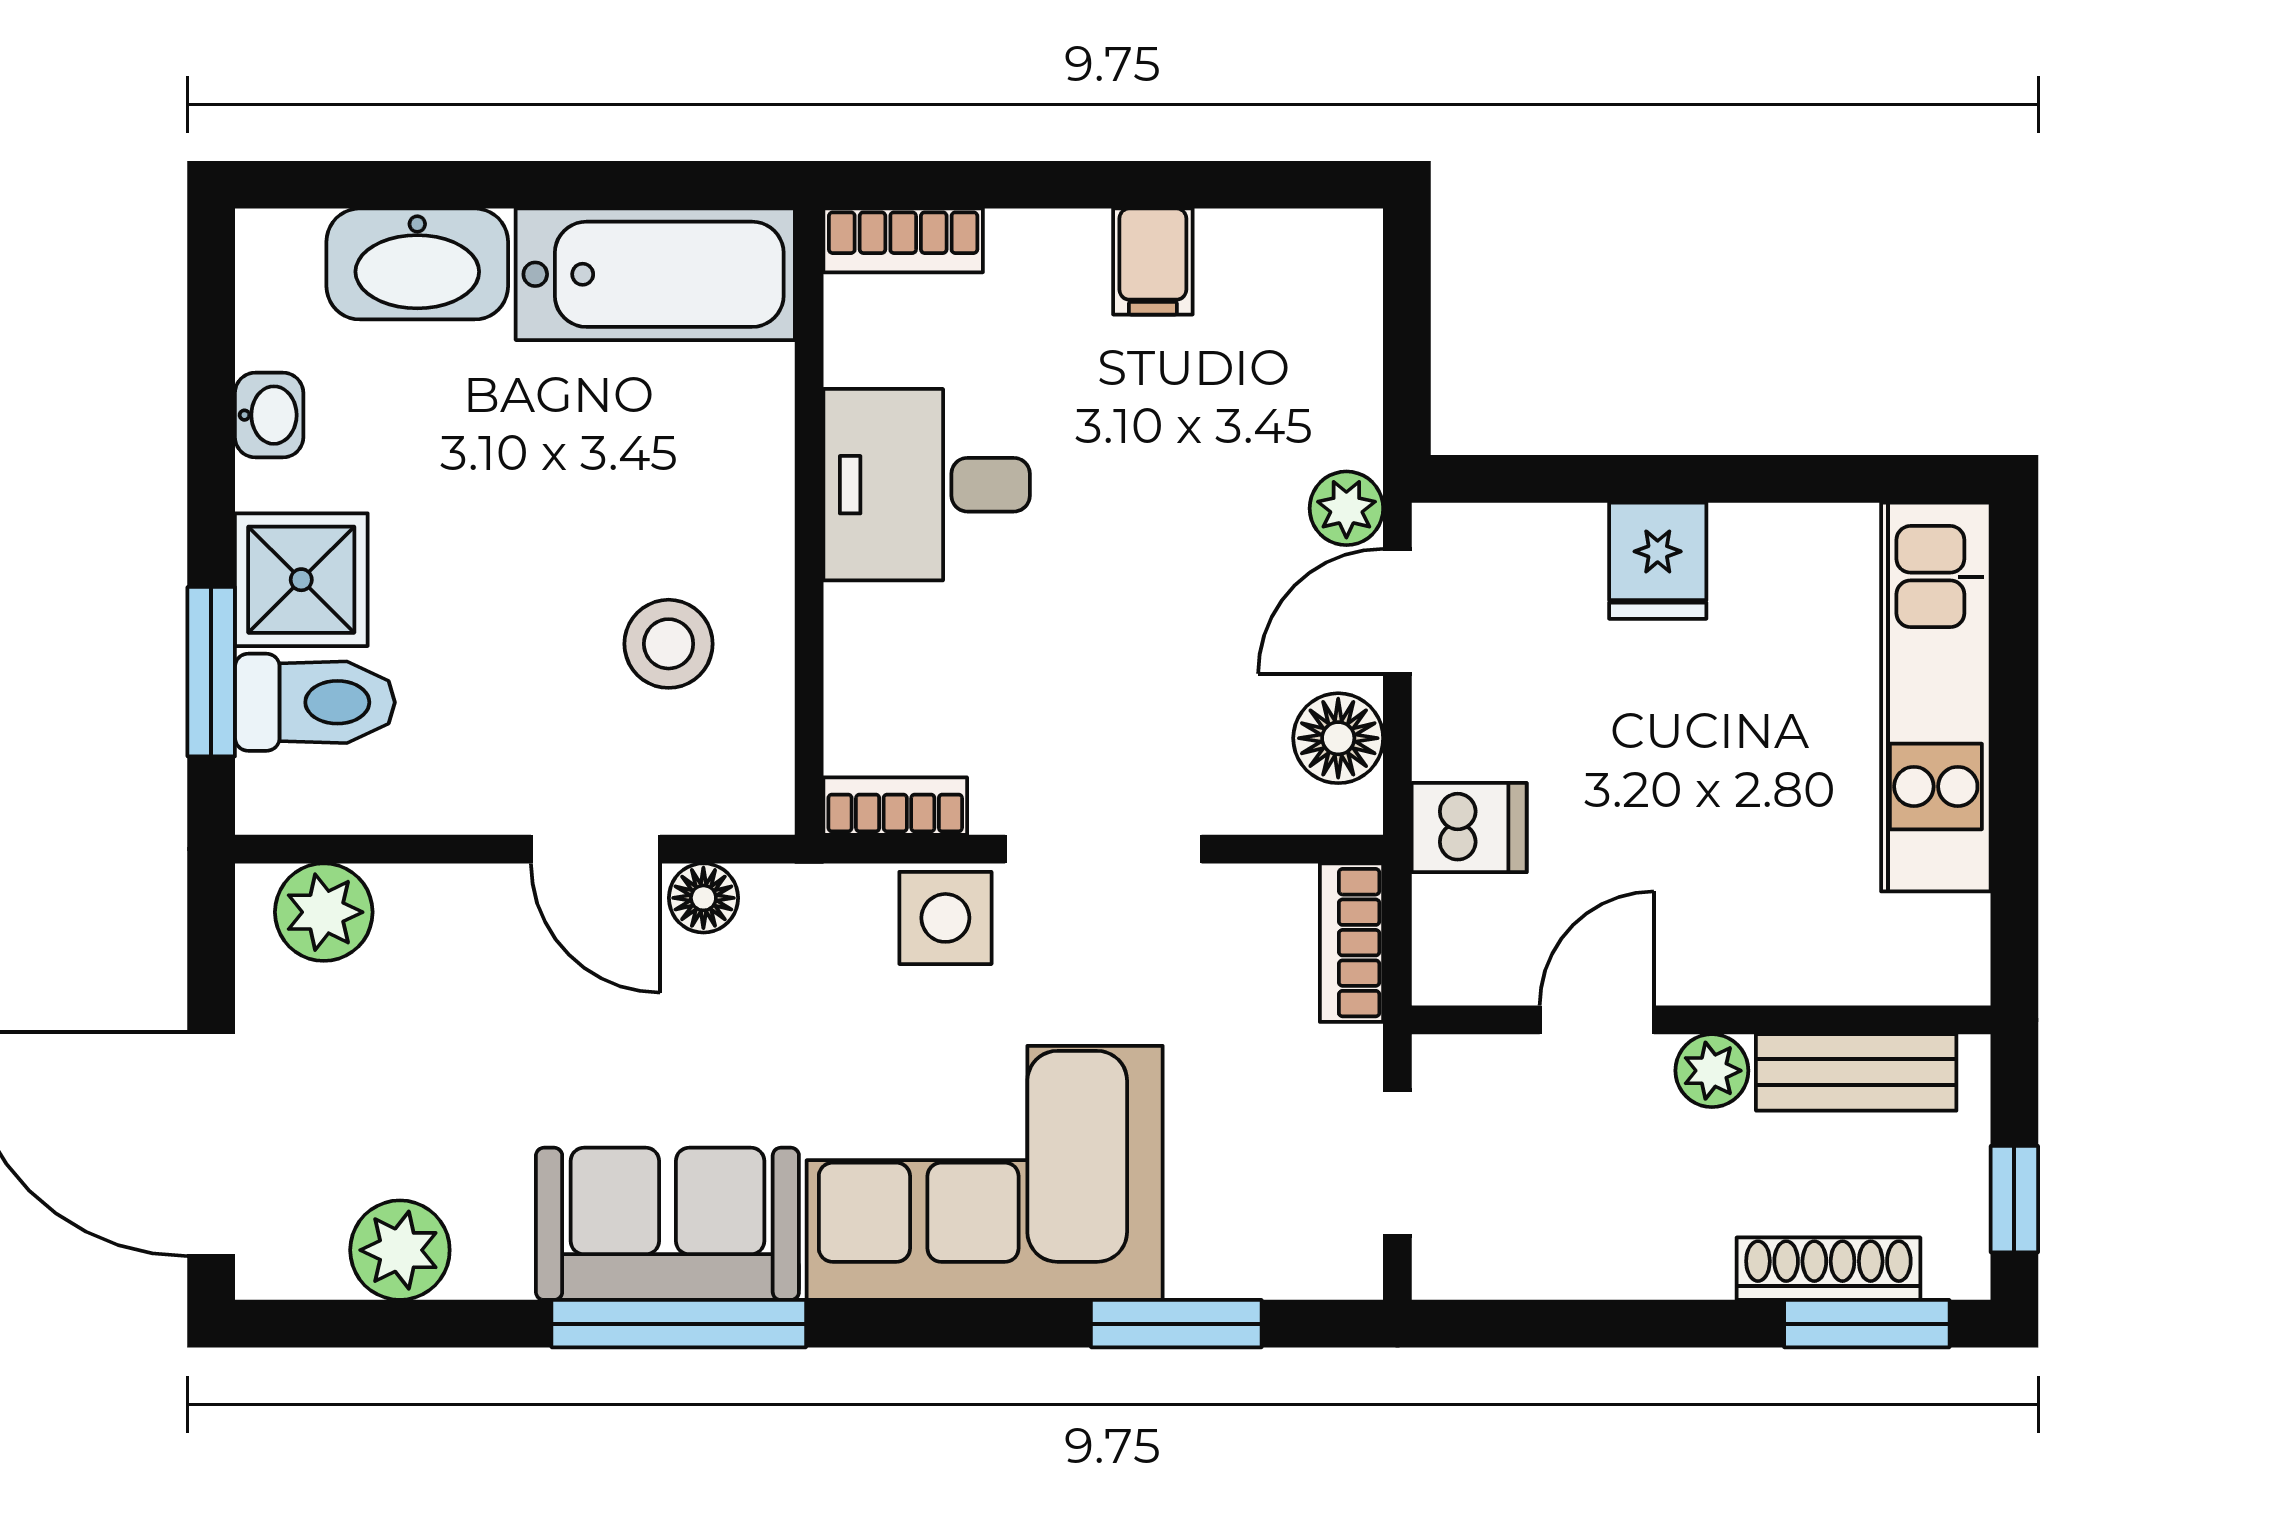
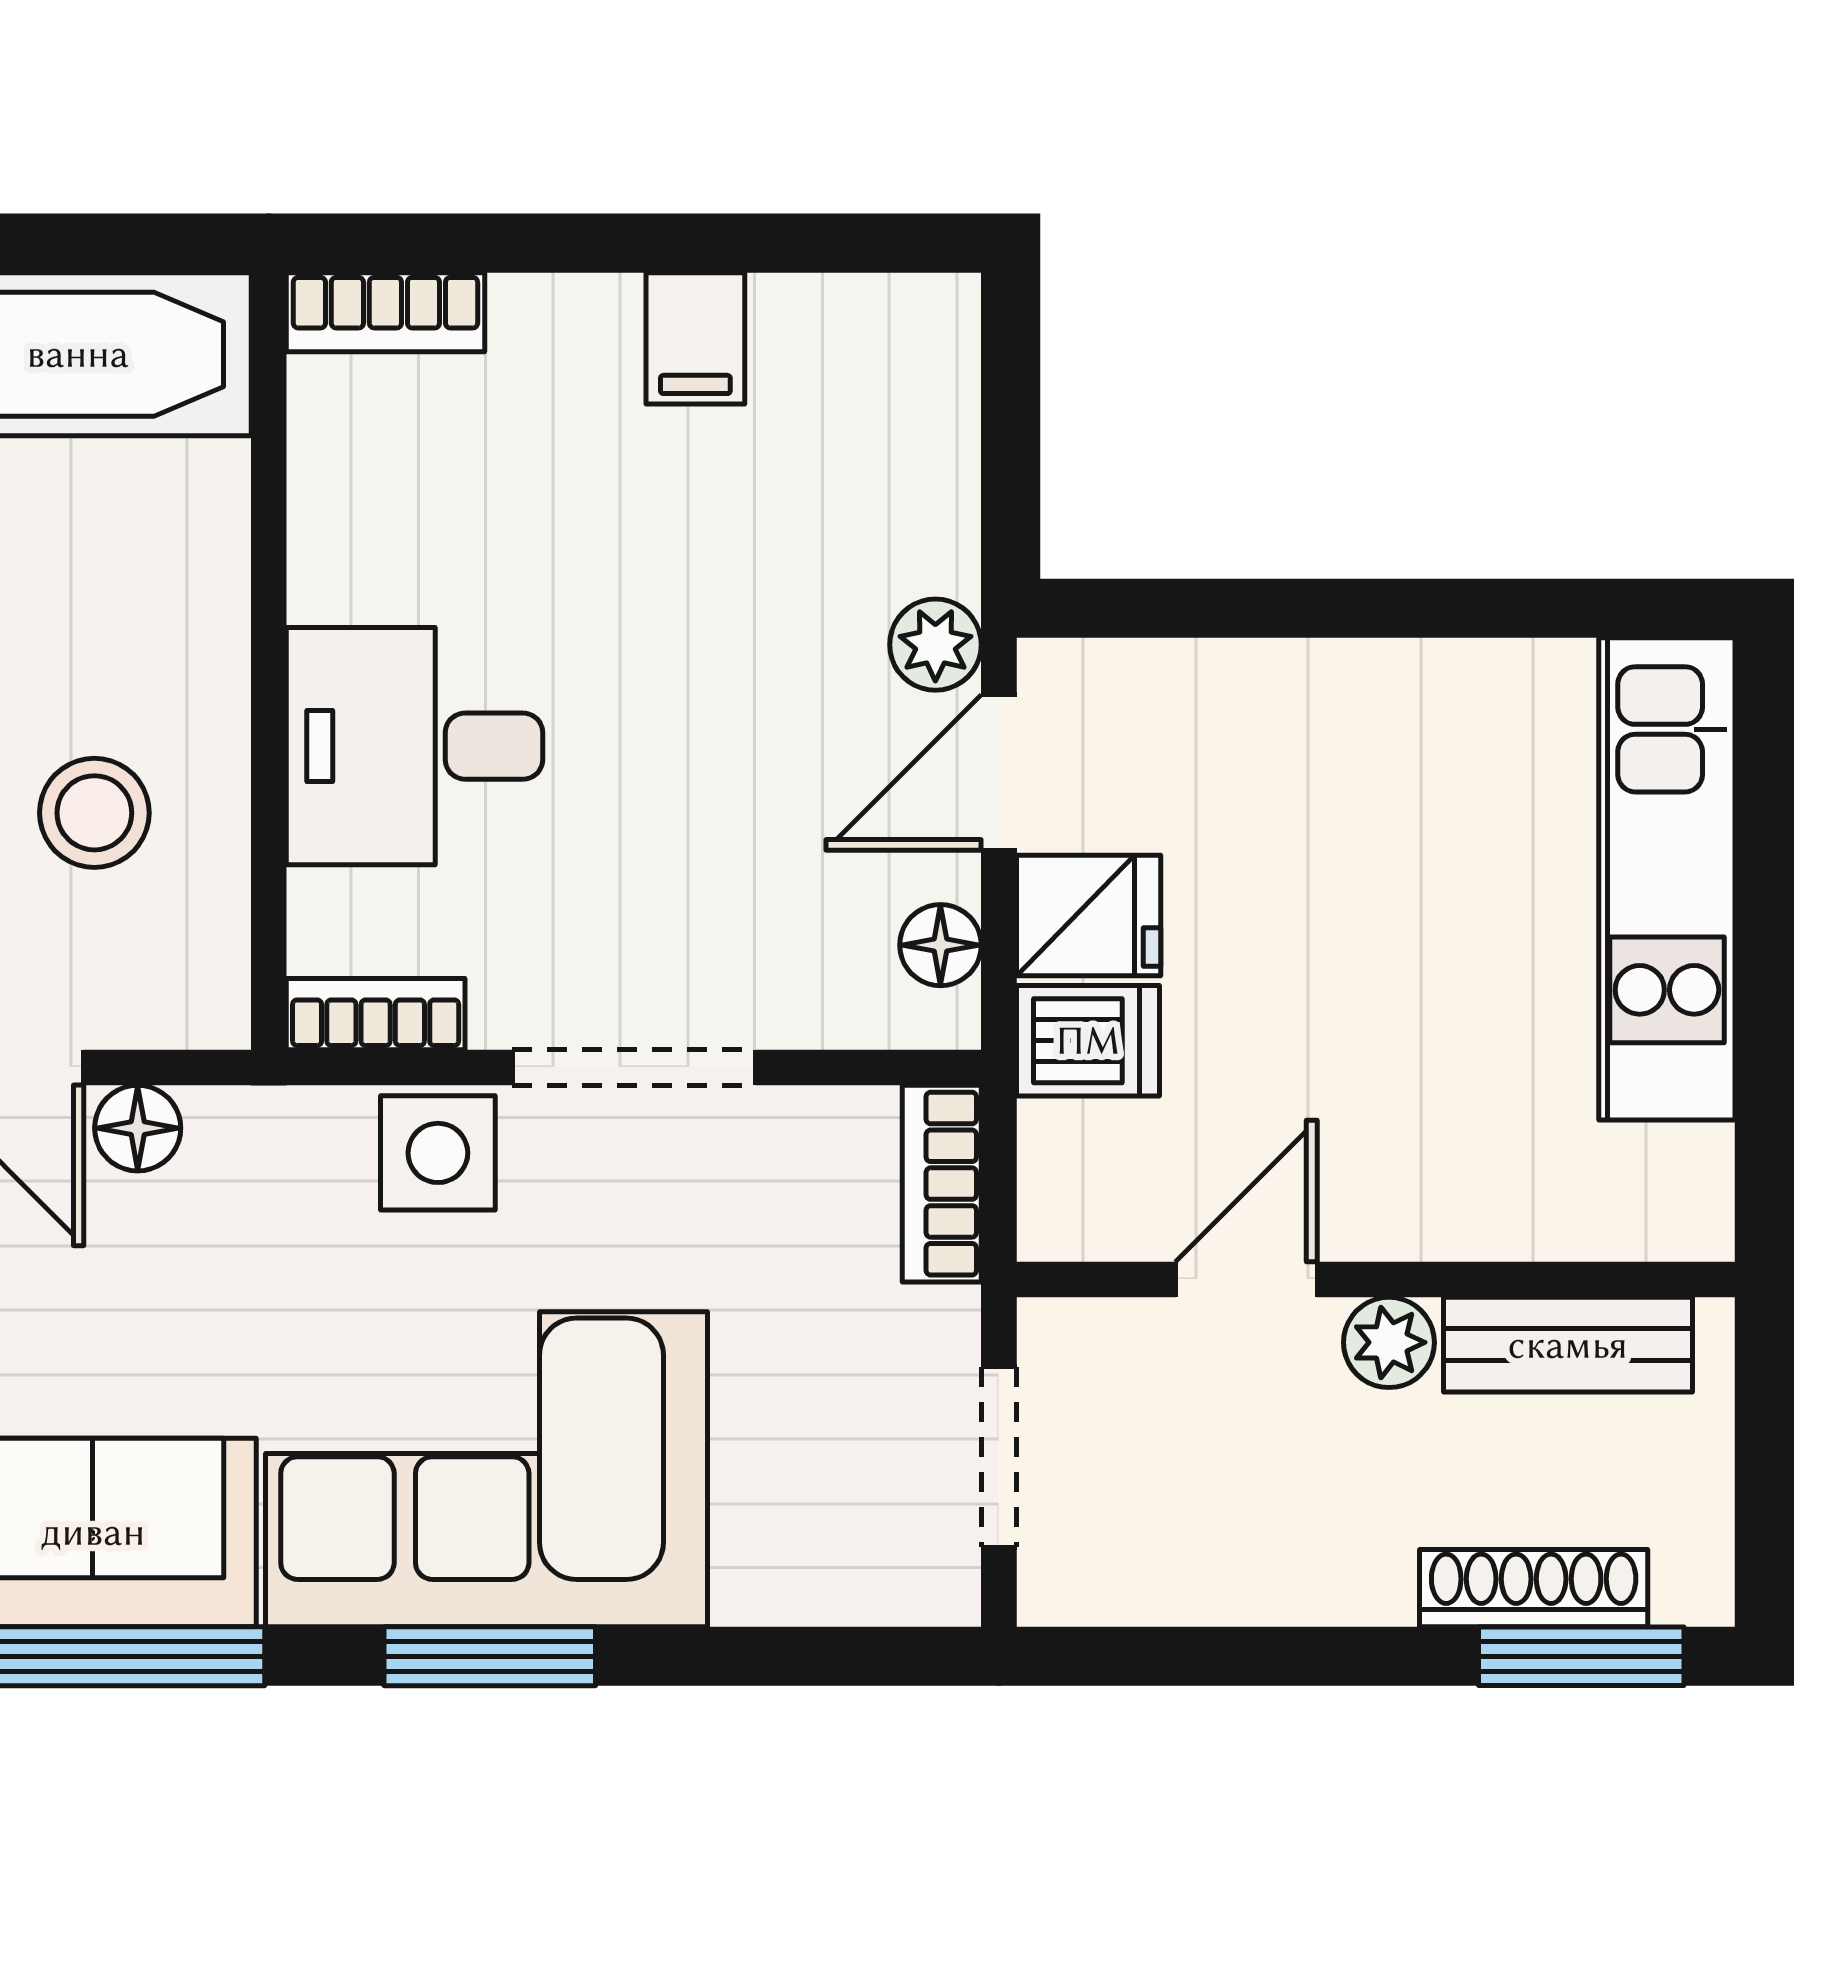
desk: (927, 485) -> (415, 746), moved
fridge: (1658, 561) -> (1089, 916), moved, turned -90
floor lamp: (1338, 738) -> (940, 945), width x0.73, depth x0.73
window: (2014, 1199) -> (1764, 1502), removed
window: (1176, 1324) -> (490, 1656), moved

